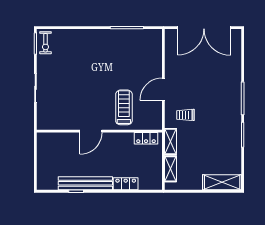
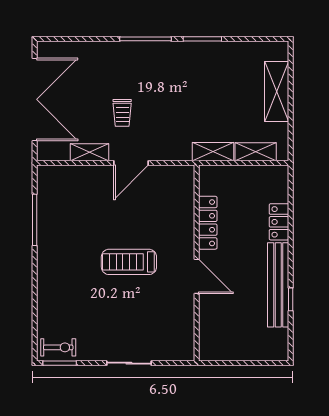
shelving: (170, 63) -> (89, 152), added
door: (163, 89) -> (131, 163), hinge flipped
treadmill: (124, 107) -> (129, 262), moved
trolley: (186, 115) -> (122, 113), moved
locker: (146, 138) -> (208, 223), moved, width x1.53
shelving: (222, 182) -> (277, 91), moved

